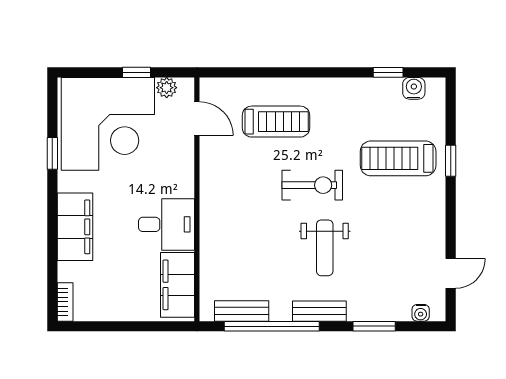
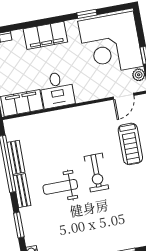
treadmill: (398, 158) -> (122, 221), removed
bench: (242, 311) -> (16, 157), moved

